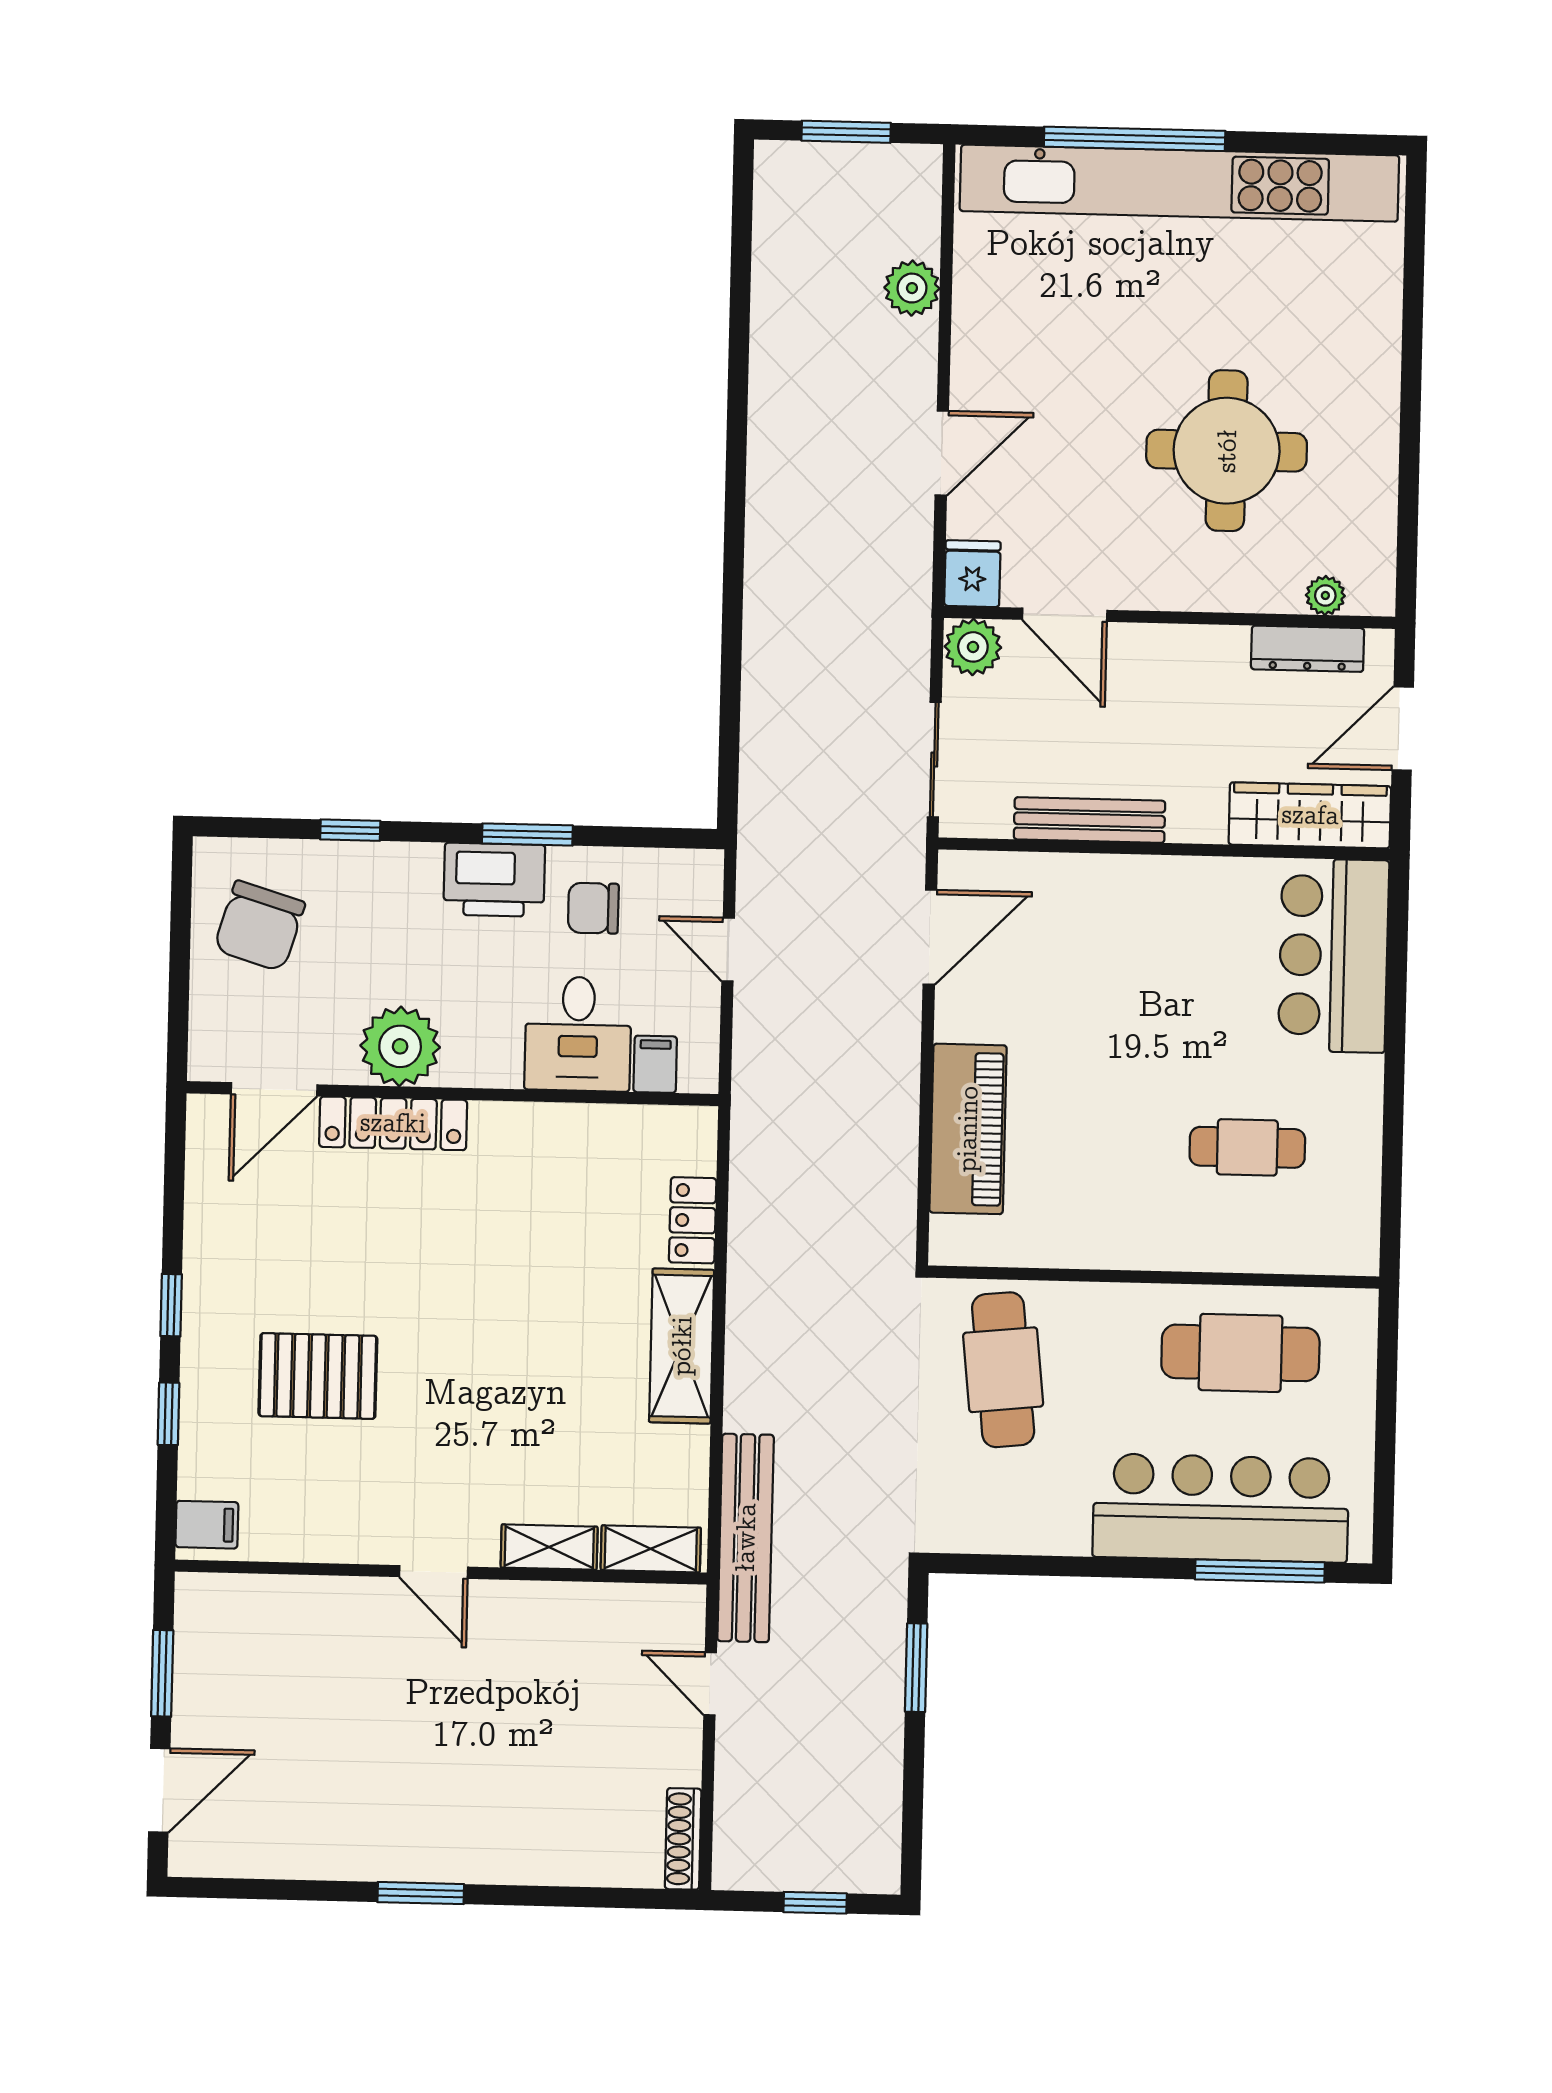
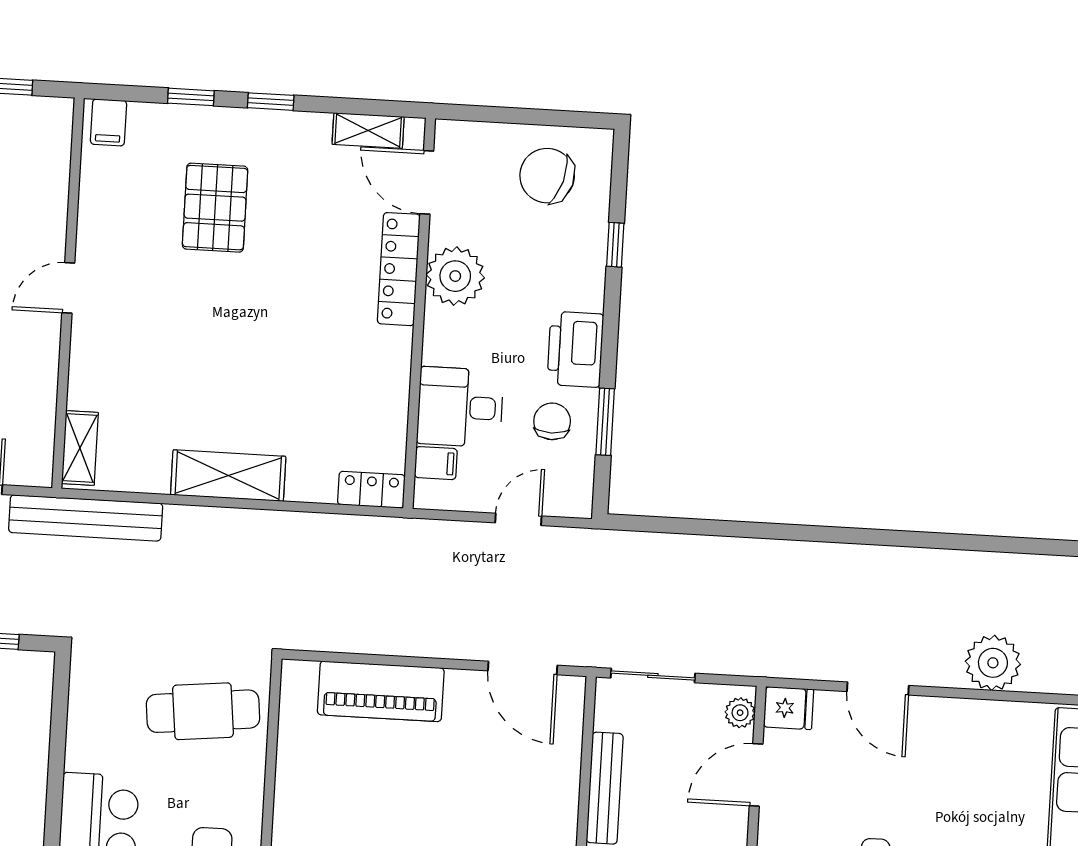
plant: (912, 288) -> (993, 663), width x1.36, depth x1.36
plant: (973, 647) -> (740, 713), width x0.73, depth x0.73
window: (527, 834) -> (605, 422), moved
locker: (693, 1220) -> (371, 490), moved
shelving: (549, 1547) -> (368, 130), moved, turned 90

